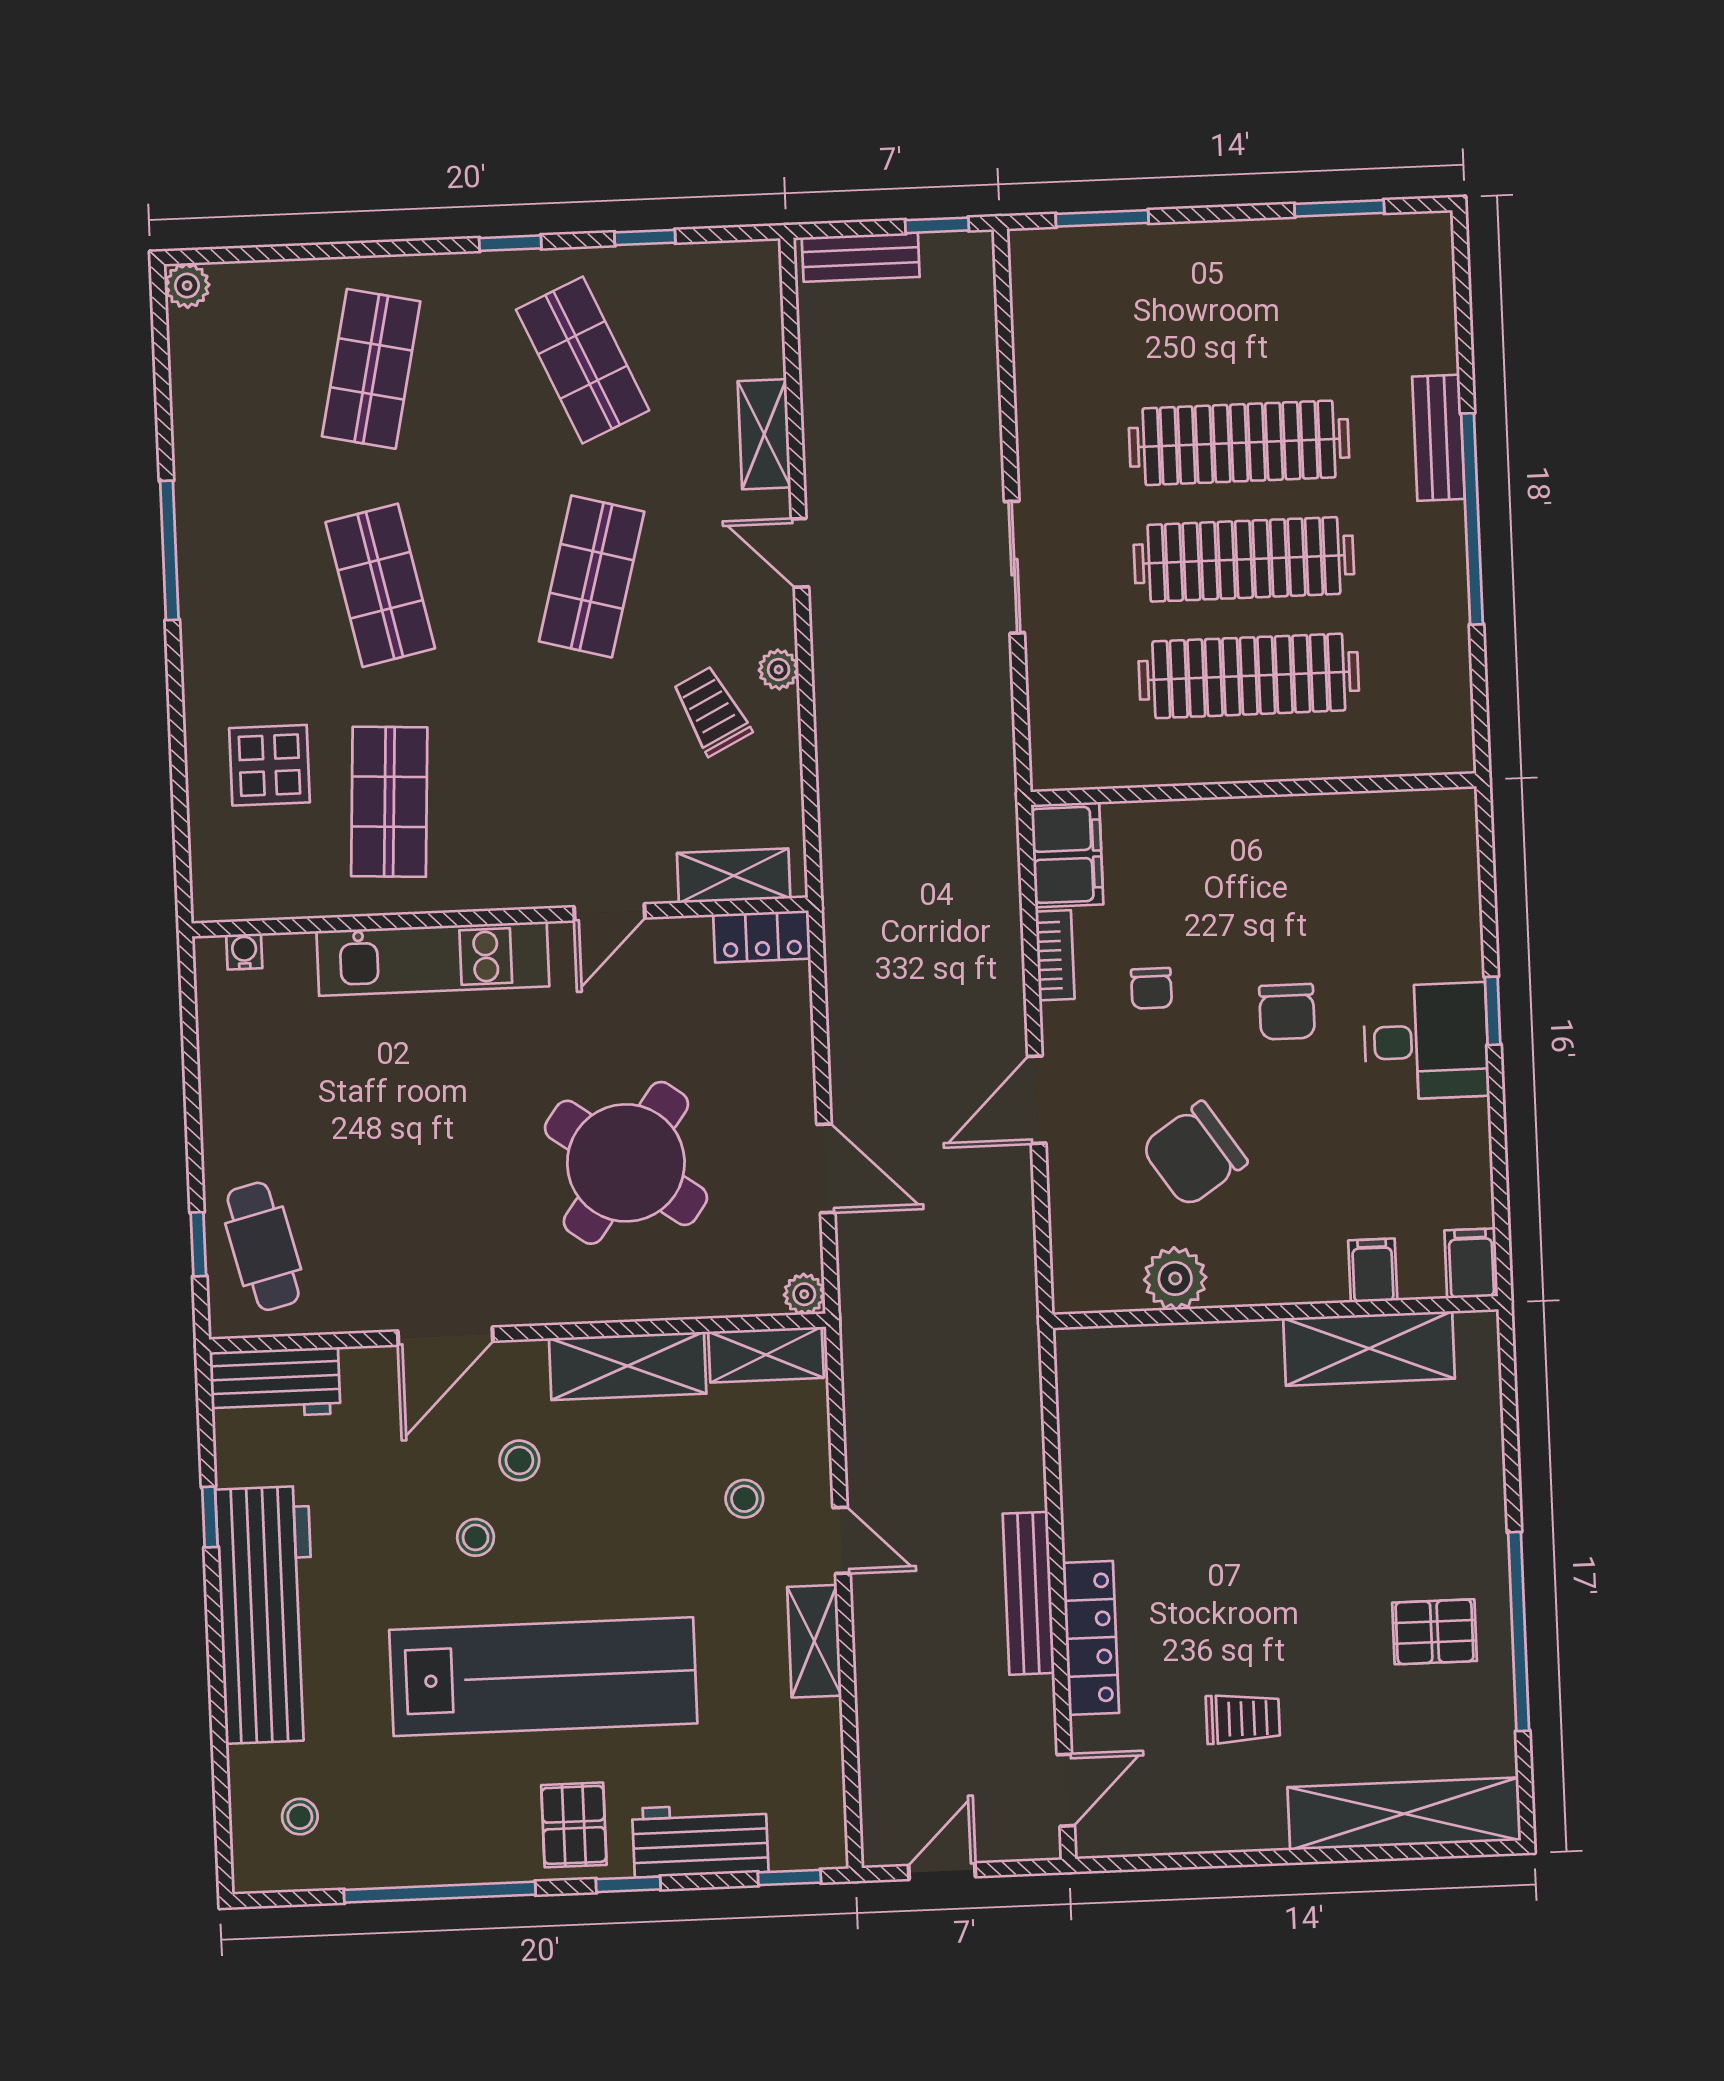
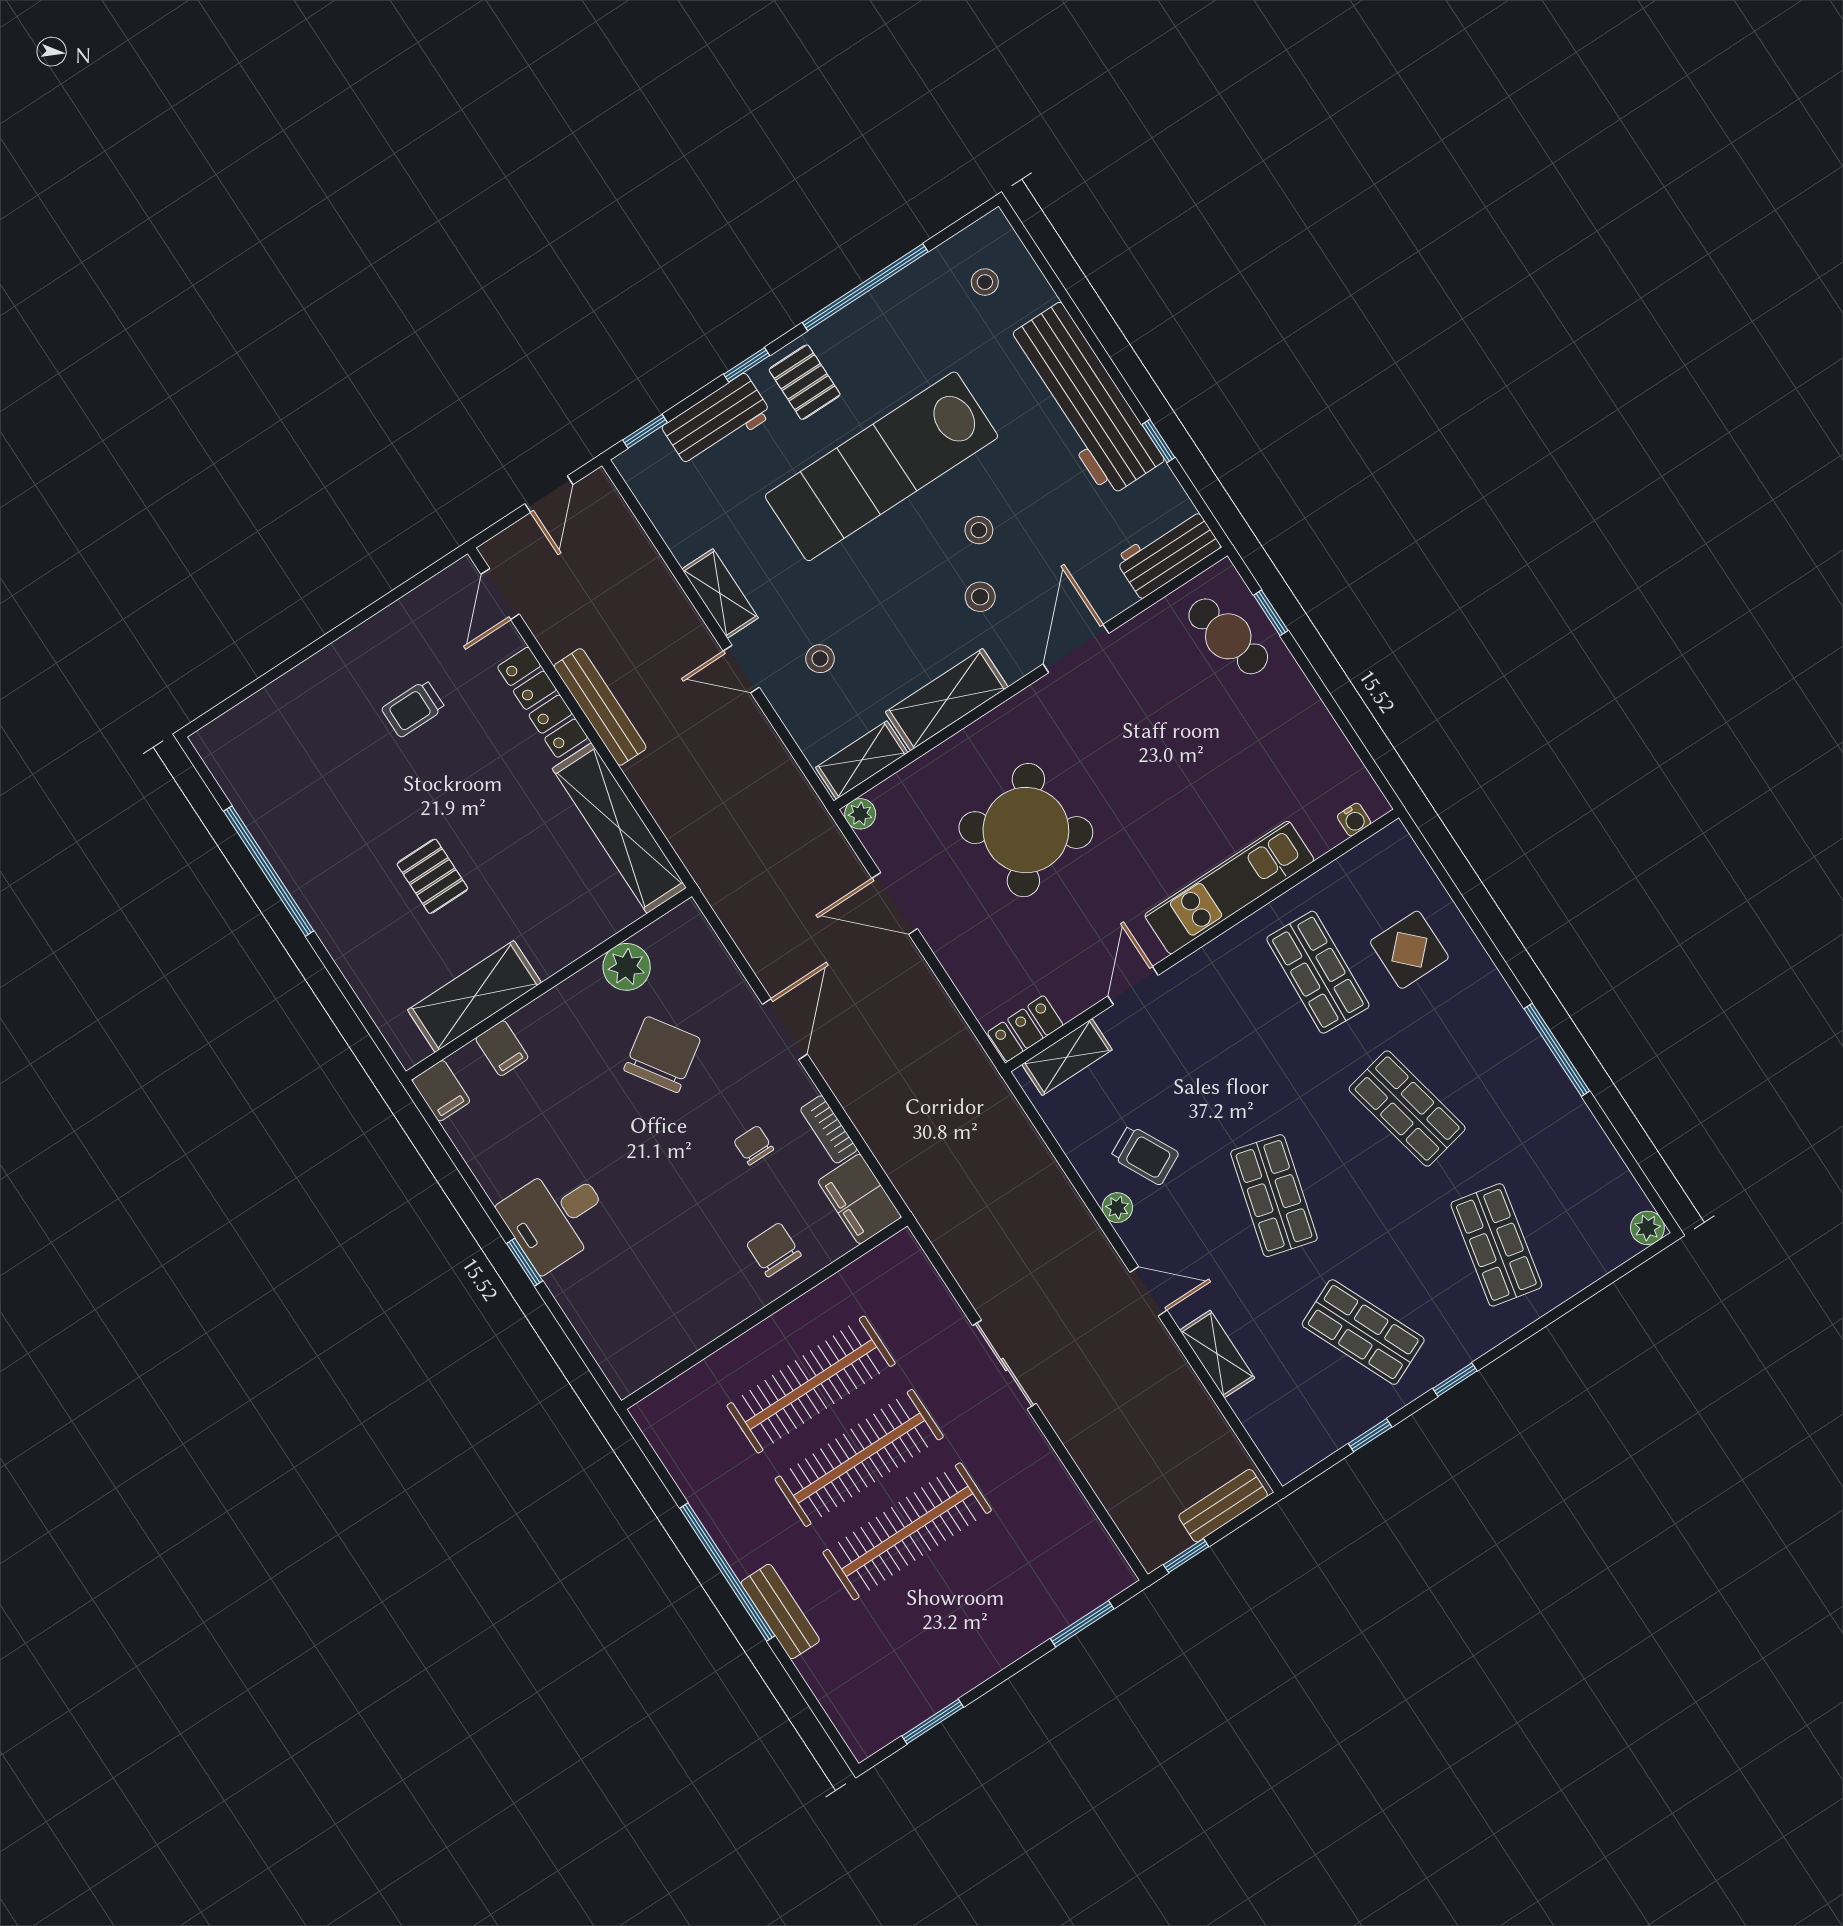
chair: (1287, 1012) -> (774, 1250), moved
pallet: (1434, 1632) -> (432, 876), moved, turned 90
shelving: (1404, 1814) -> (619, 828), moved, turned 90

